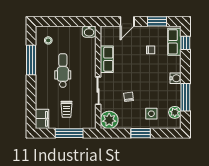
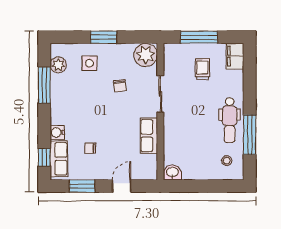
dental chair: (63, 71) -> (230, 120), moved
water cooler: (176, 78) -> (57, 132), moved

